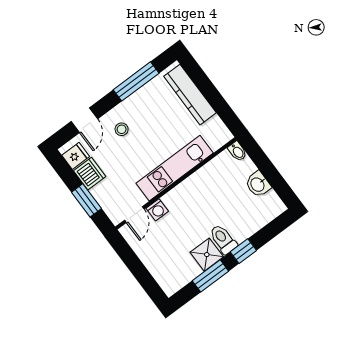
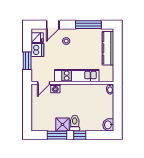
washbasin: (258, 184) -> (108, 125), moved

